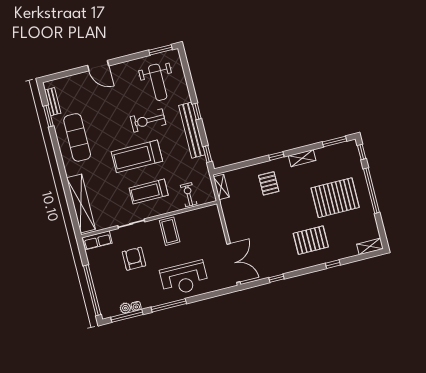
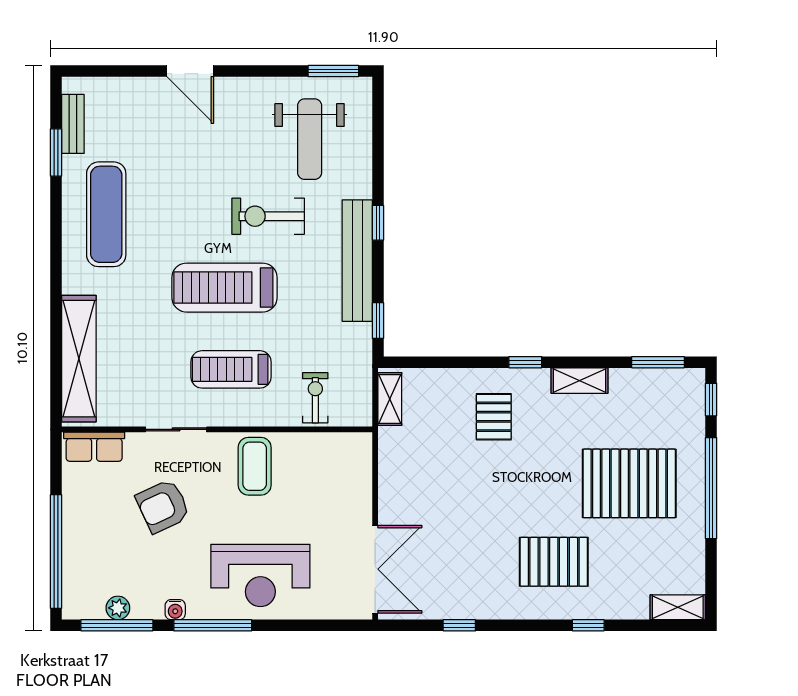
armchair: (134, 259) -> (163, 506), turned -115
water cooler: (136, 306) -> (175, 610), moved

